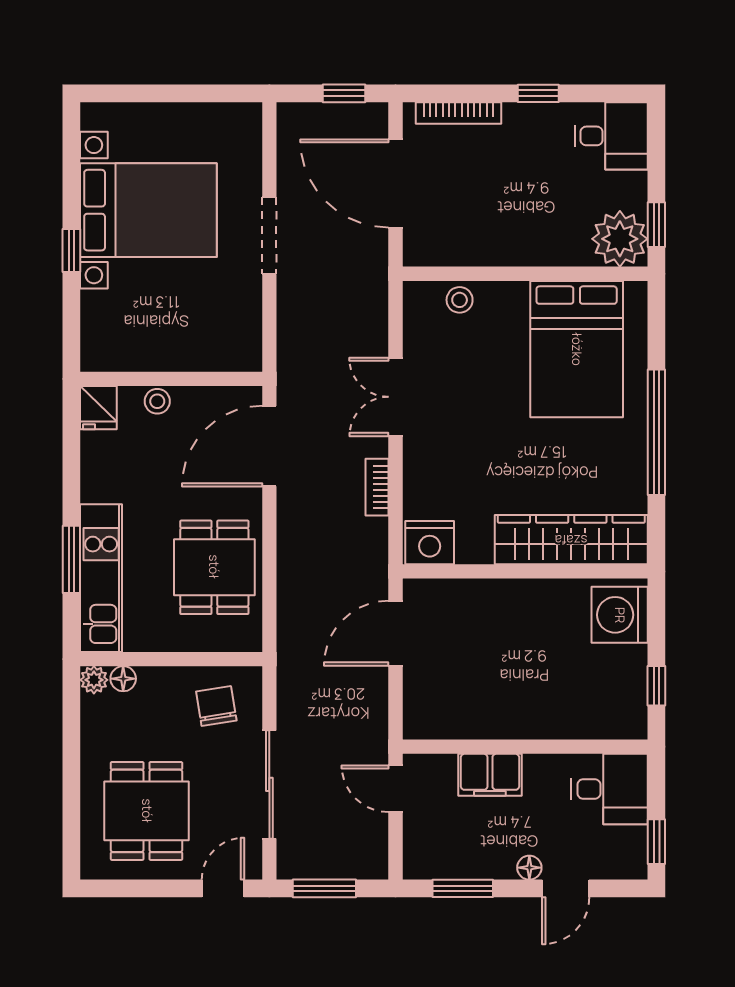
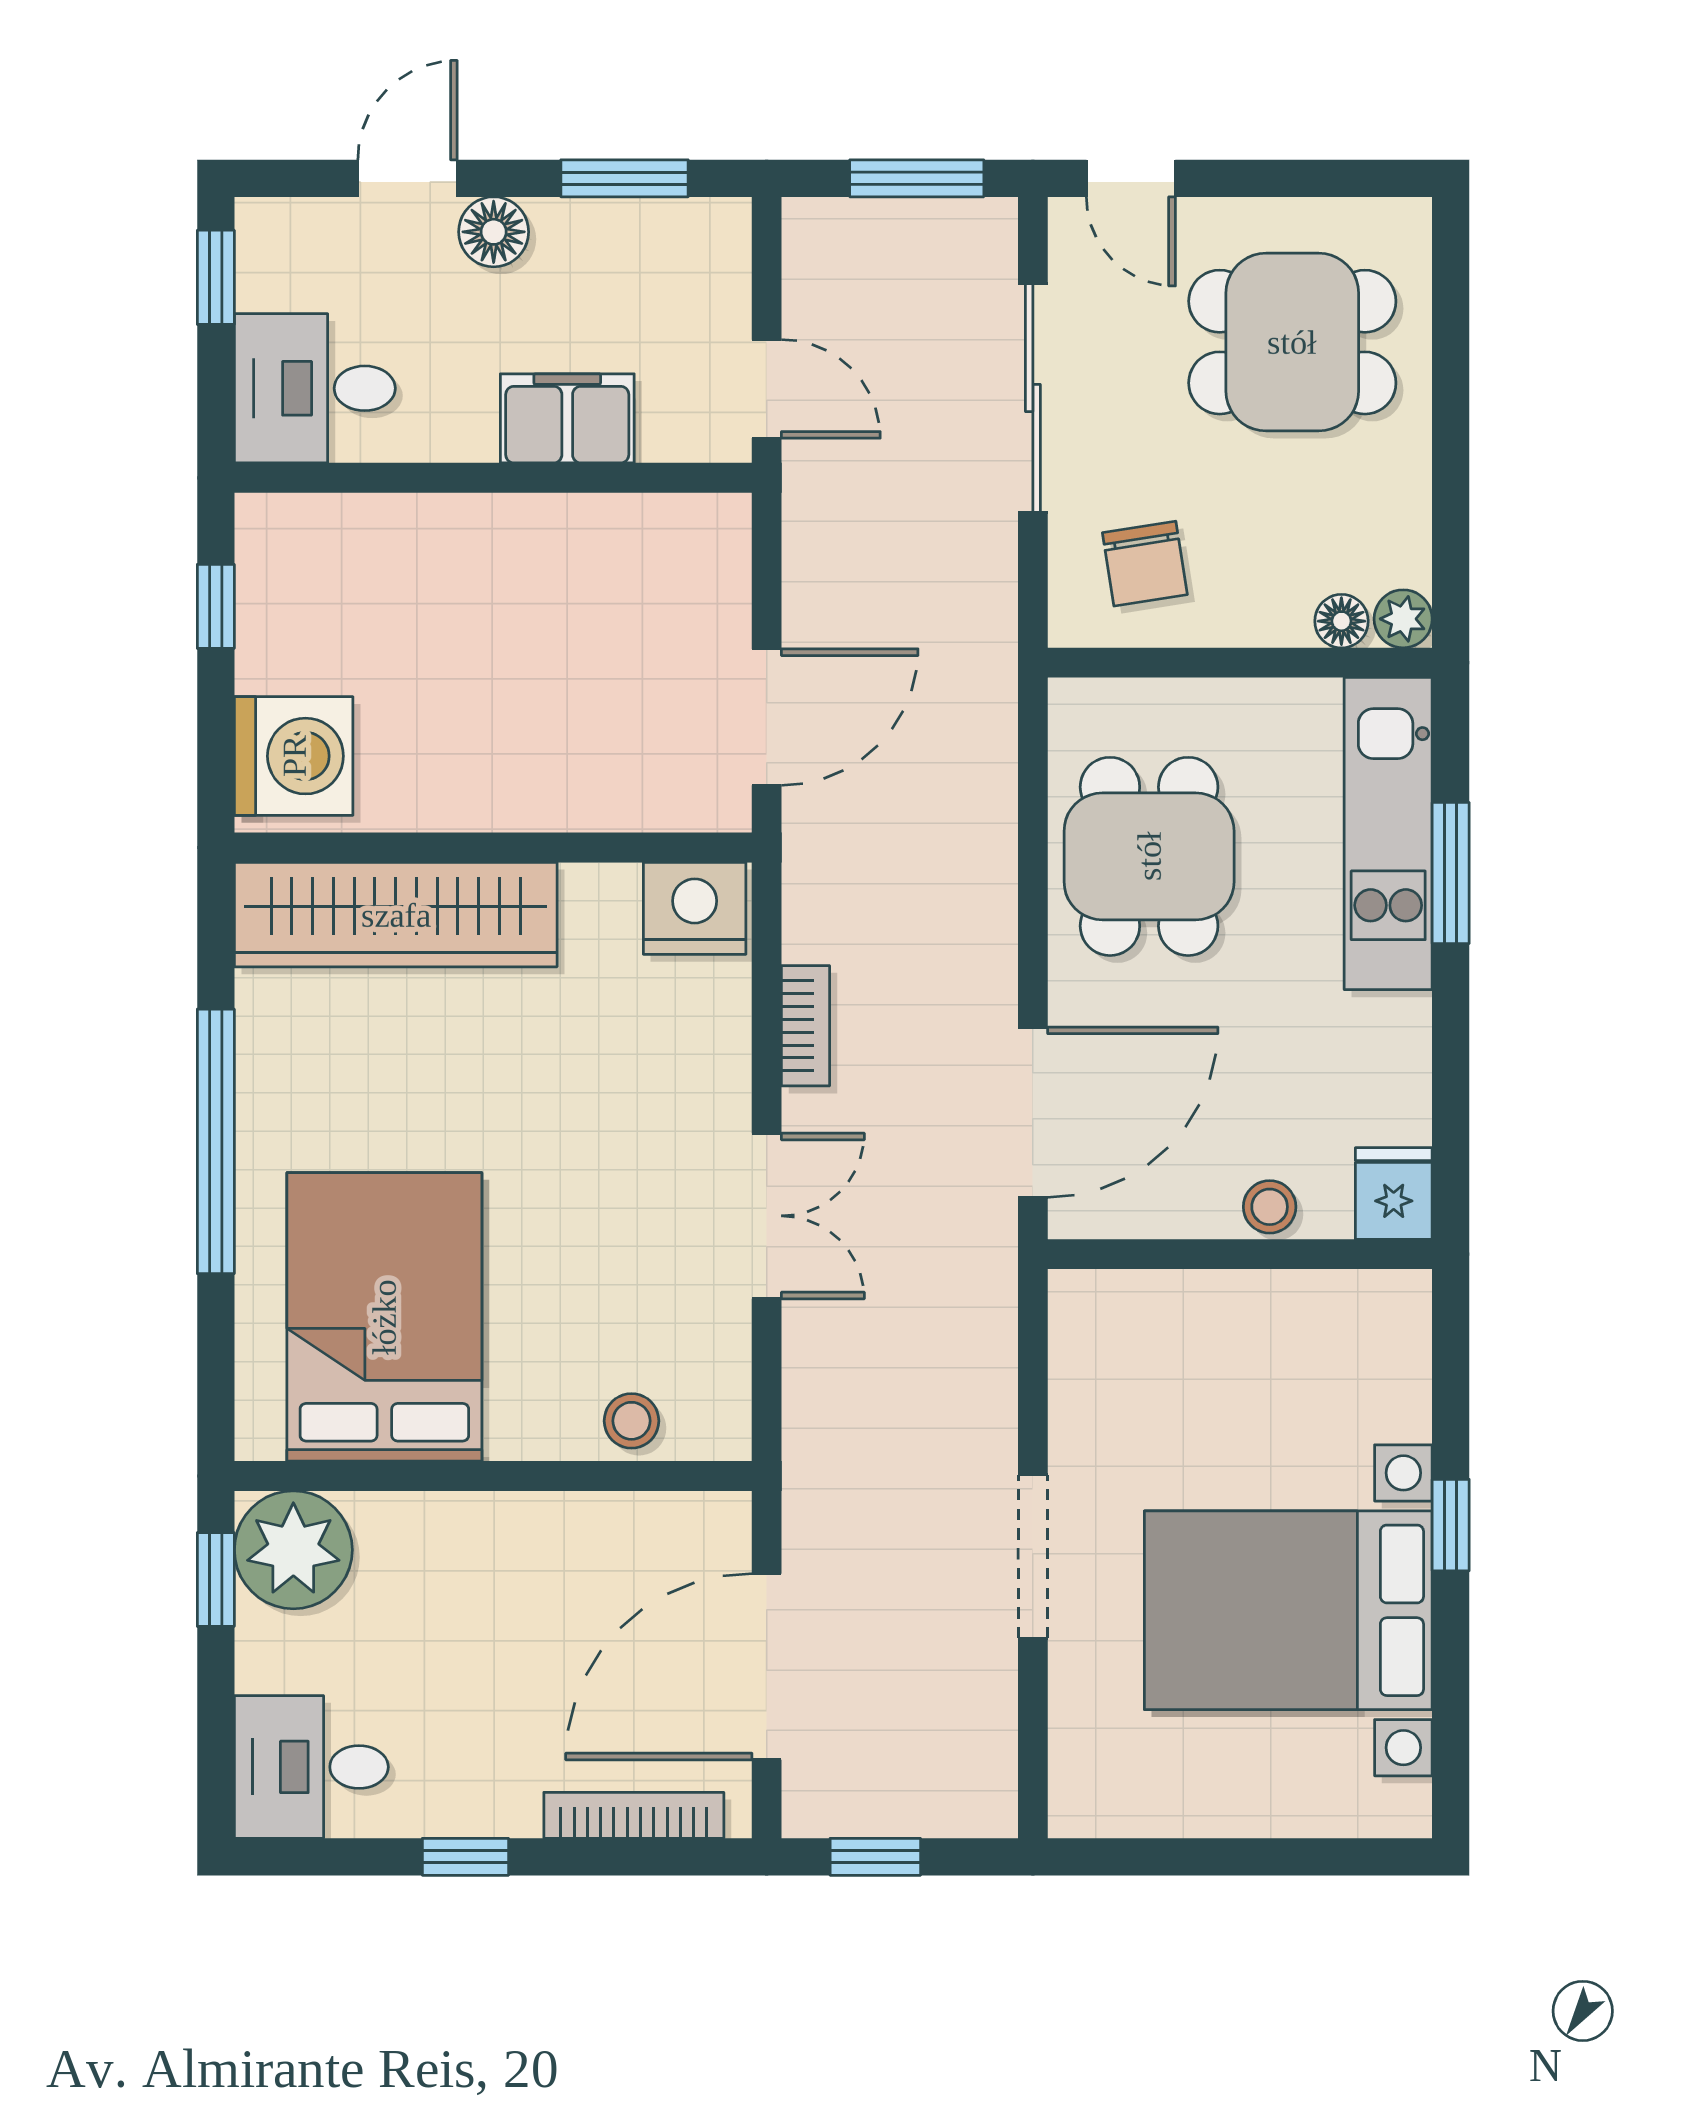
door: (395, 183) -> (767, 1667), swing flipped
dining table: (147, 811) -> (1292, 342), turned 90
floor lamp: (529, 868) -> (494, 232), width x1.37, depth x1.37
door: (223, 888) -> (1131, 178), hinge flipped

